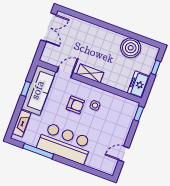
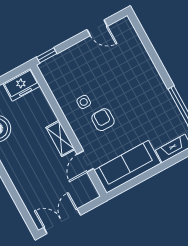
door: (65, 73) -> (85, 161), hinge flipped
window: (26, 89) -> (139, 179), removed
bar counter: (65, 143) -> (147, 90), removed

